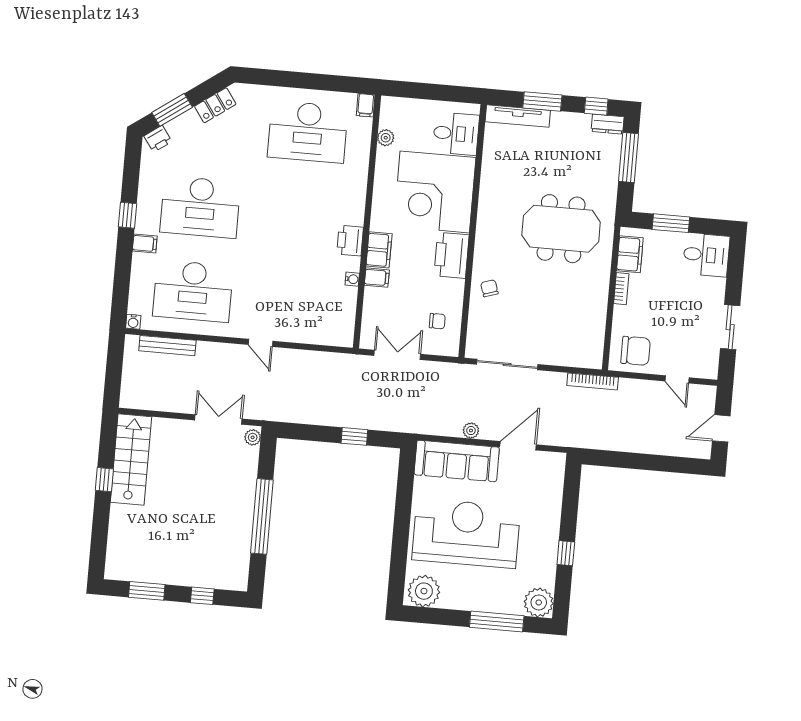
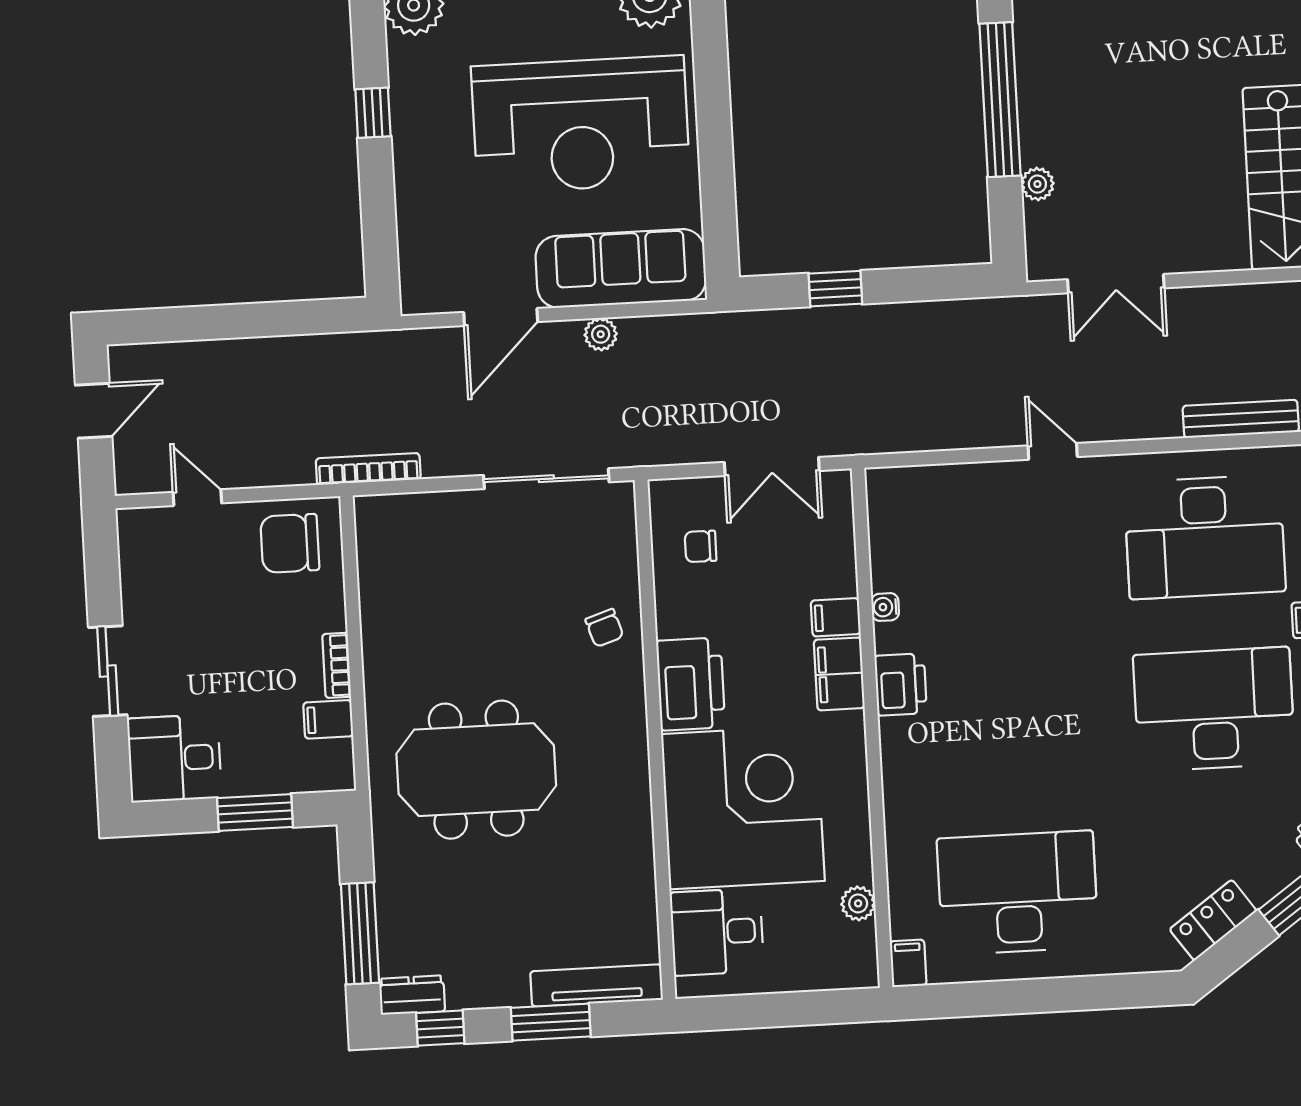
filing cabinet: (630, 254) -> (328, 719), width x0.50
desk: (193, 291) -> (1205, 537), turned 180
sliding door: (730, 327) -> (108, 671), moved
plant: (253, 437) -> (1037, 184), moved

